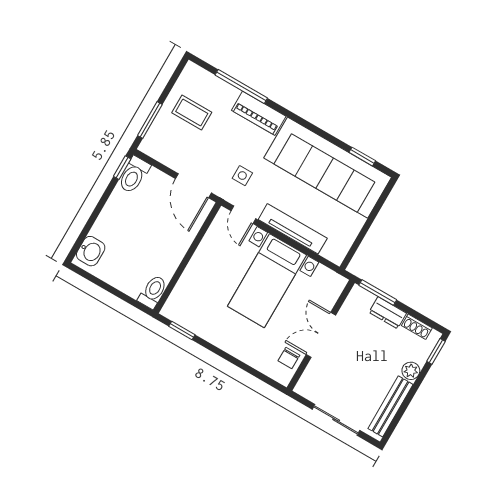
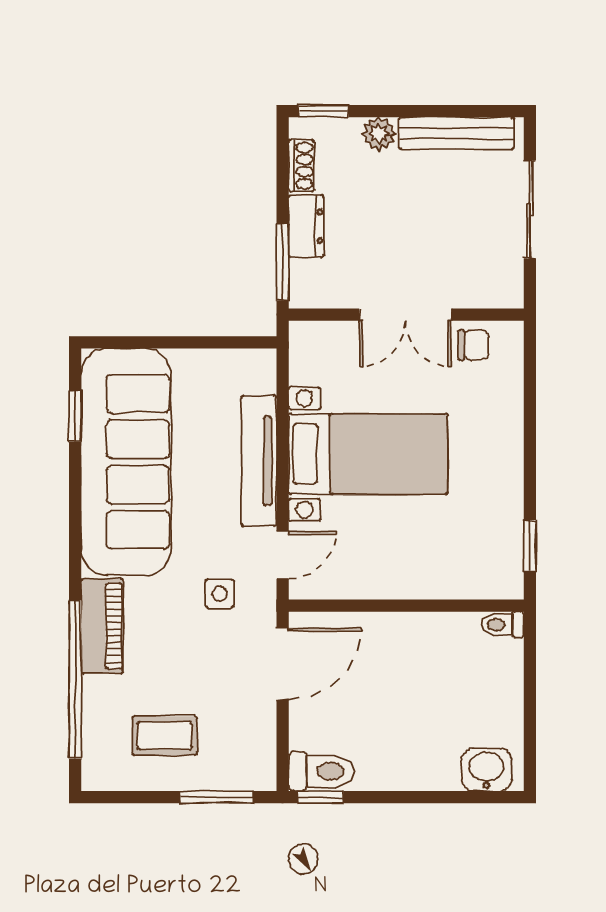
window: (241, 86) -> (75, 680), width x1.46
coffee table: (192, 112) -> (165, 736), turned 90
toilet: (153, 292) -> (502, 625), width x0.73, depth x0.72

